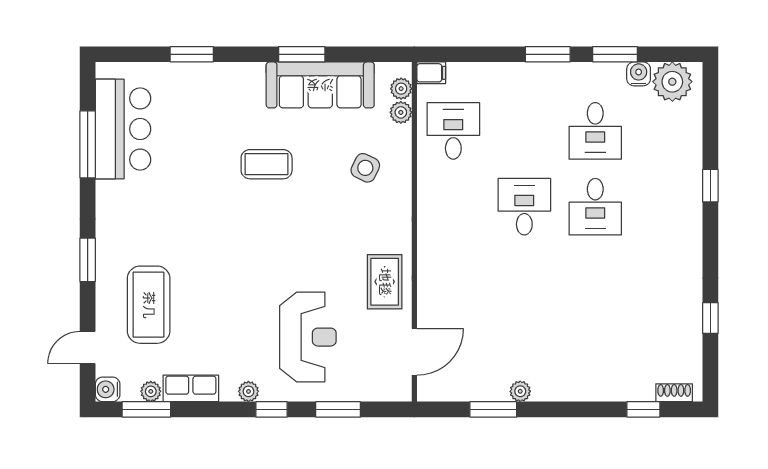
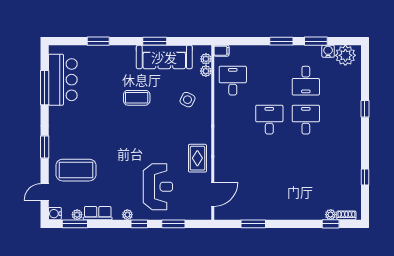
desk: (595, 207) -> (306, 120), turned 180
coffee table: (149, 305) -> (76, 170), turned 90
plant: (520, 391) -> (331, 215), moved

